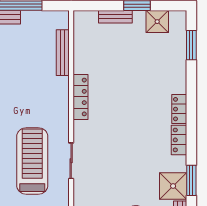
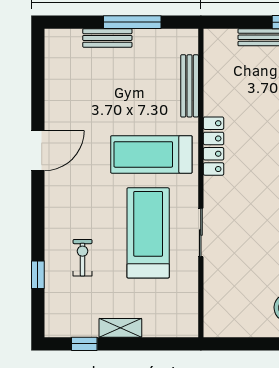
treadmill: (35, 103) -> (151, 154), added

